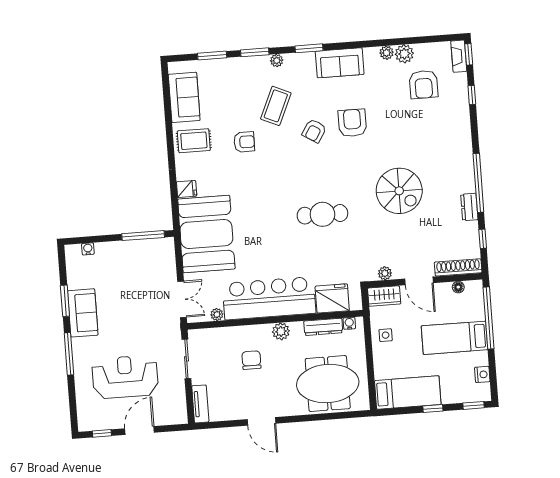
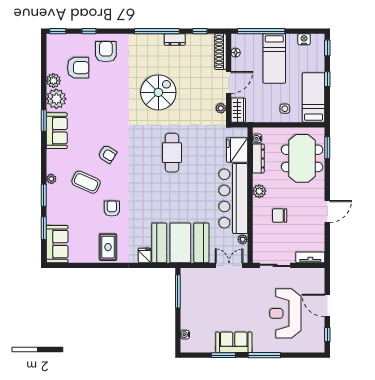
window: (309, 48) -> (44, 121), moved
plant: (387, 53) -> (56, 99), width x1.88, depth x1.88
fireplace: (459, 56) -> (58, 39), removed
sofa: (184, 97) -> (57, 244), moved, turned 90
armchair: (352, 123) -> (106, 52), moved, turned 90
side table: (386, 335) -> (285, 109), moved
window: (344, 415) -> (327, 148), added

